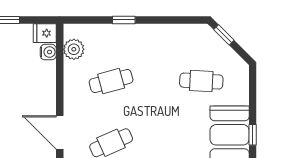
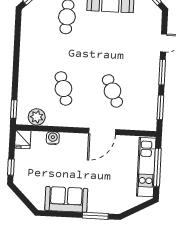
window: (124, 20) -> (14, 109), moved
water cooler: (48, 52) -> (53, 138), moved

